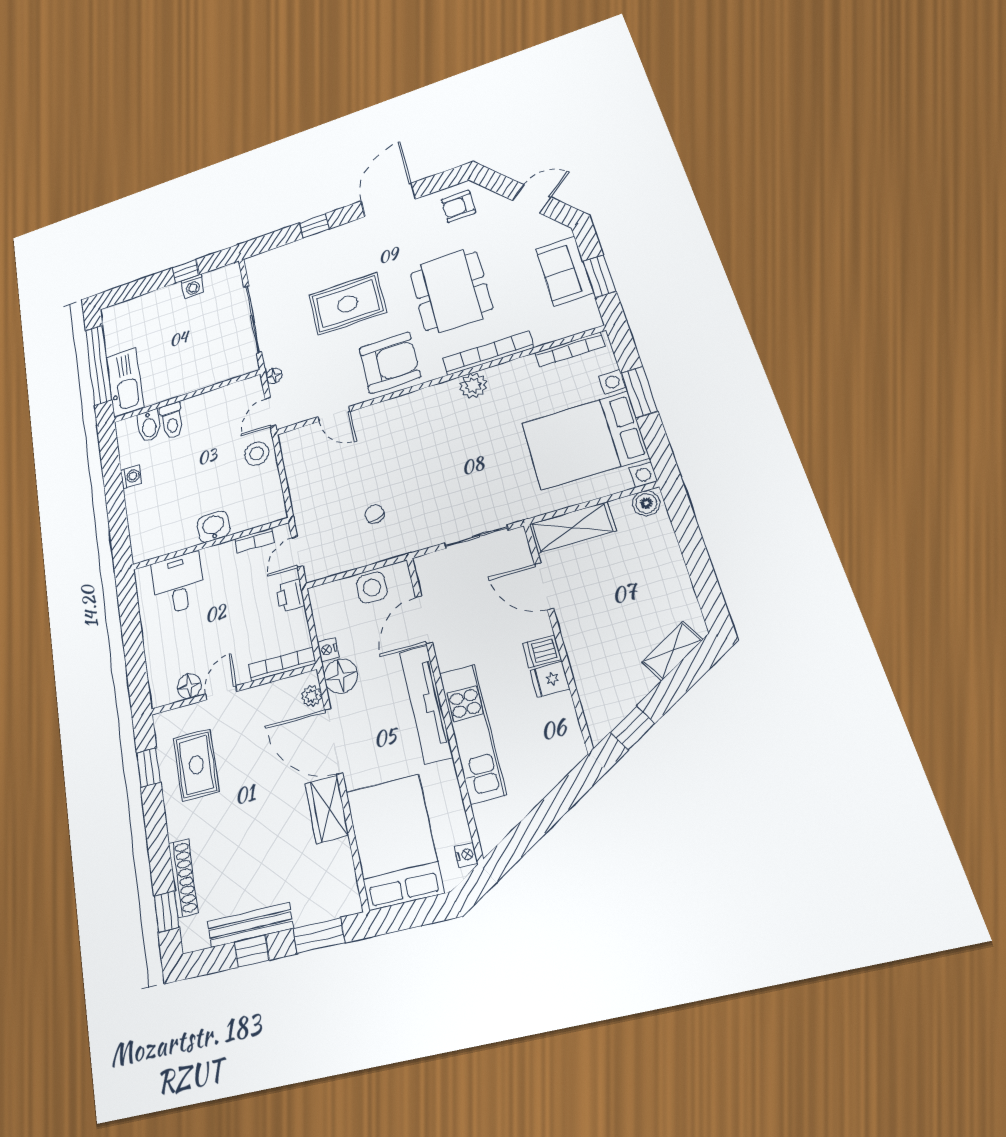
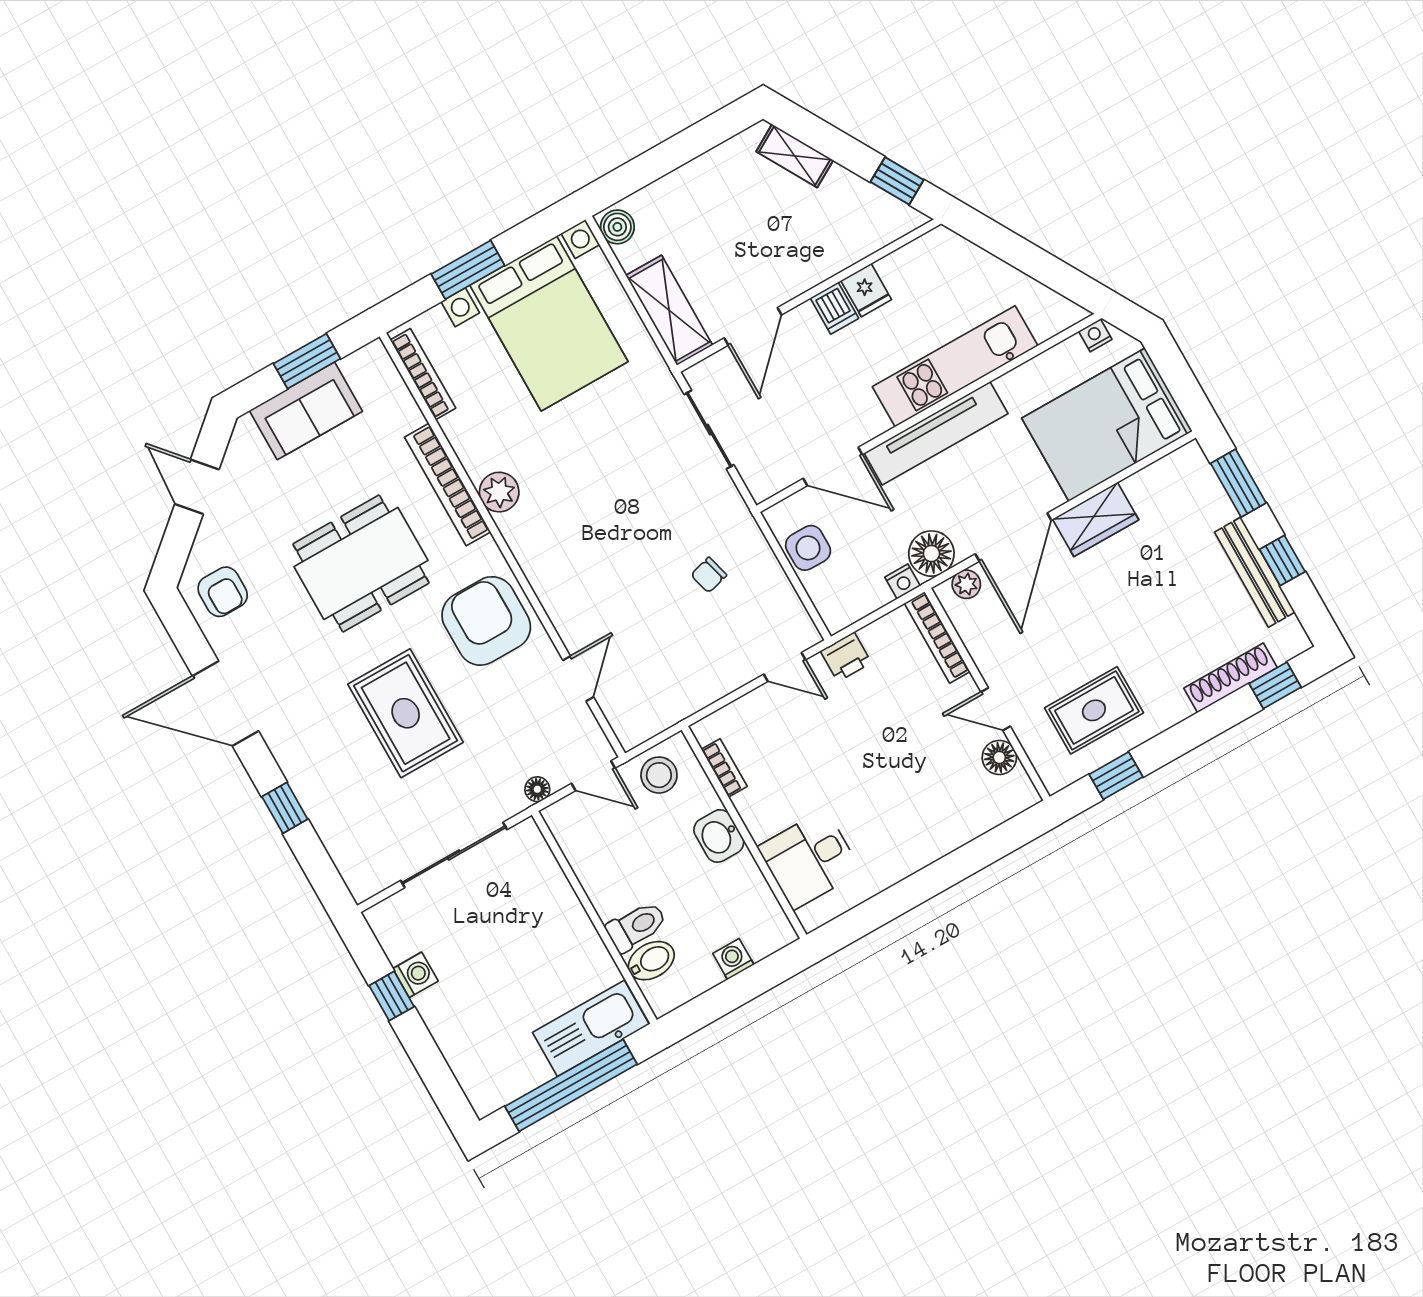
washbasin: (213, 527) -> (719, 836), moved
bookcase: (254, 540) -> (724, 768), moved
wall: (210, 544) -> (744, 832), moved
desk: (178, 583) -> (809, 859), moved

